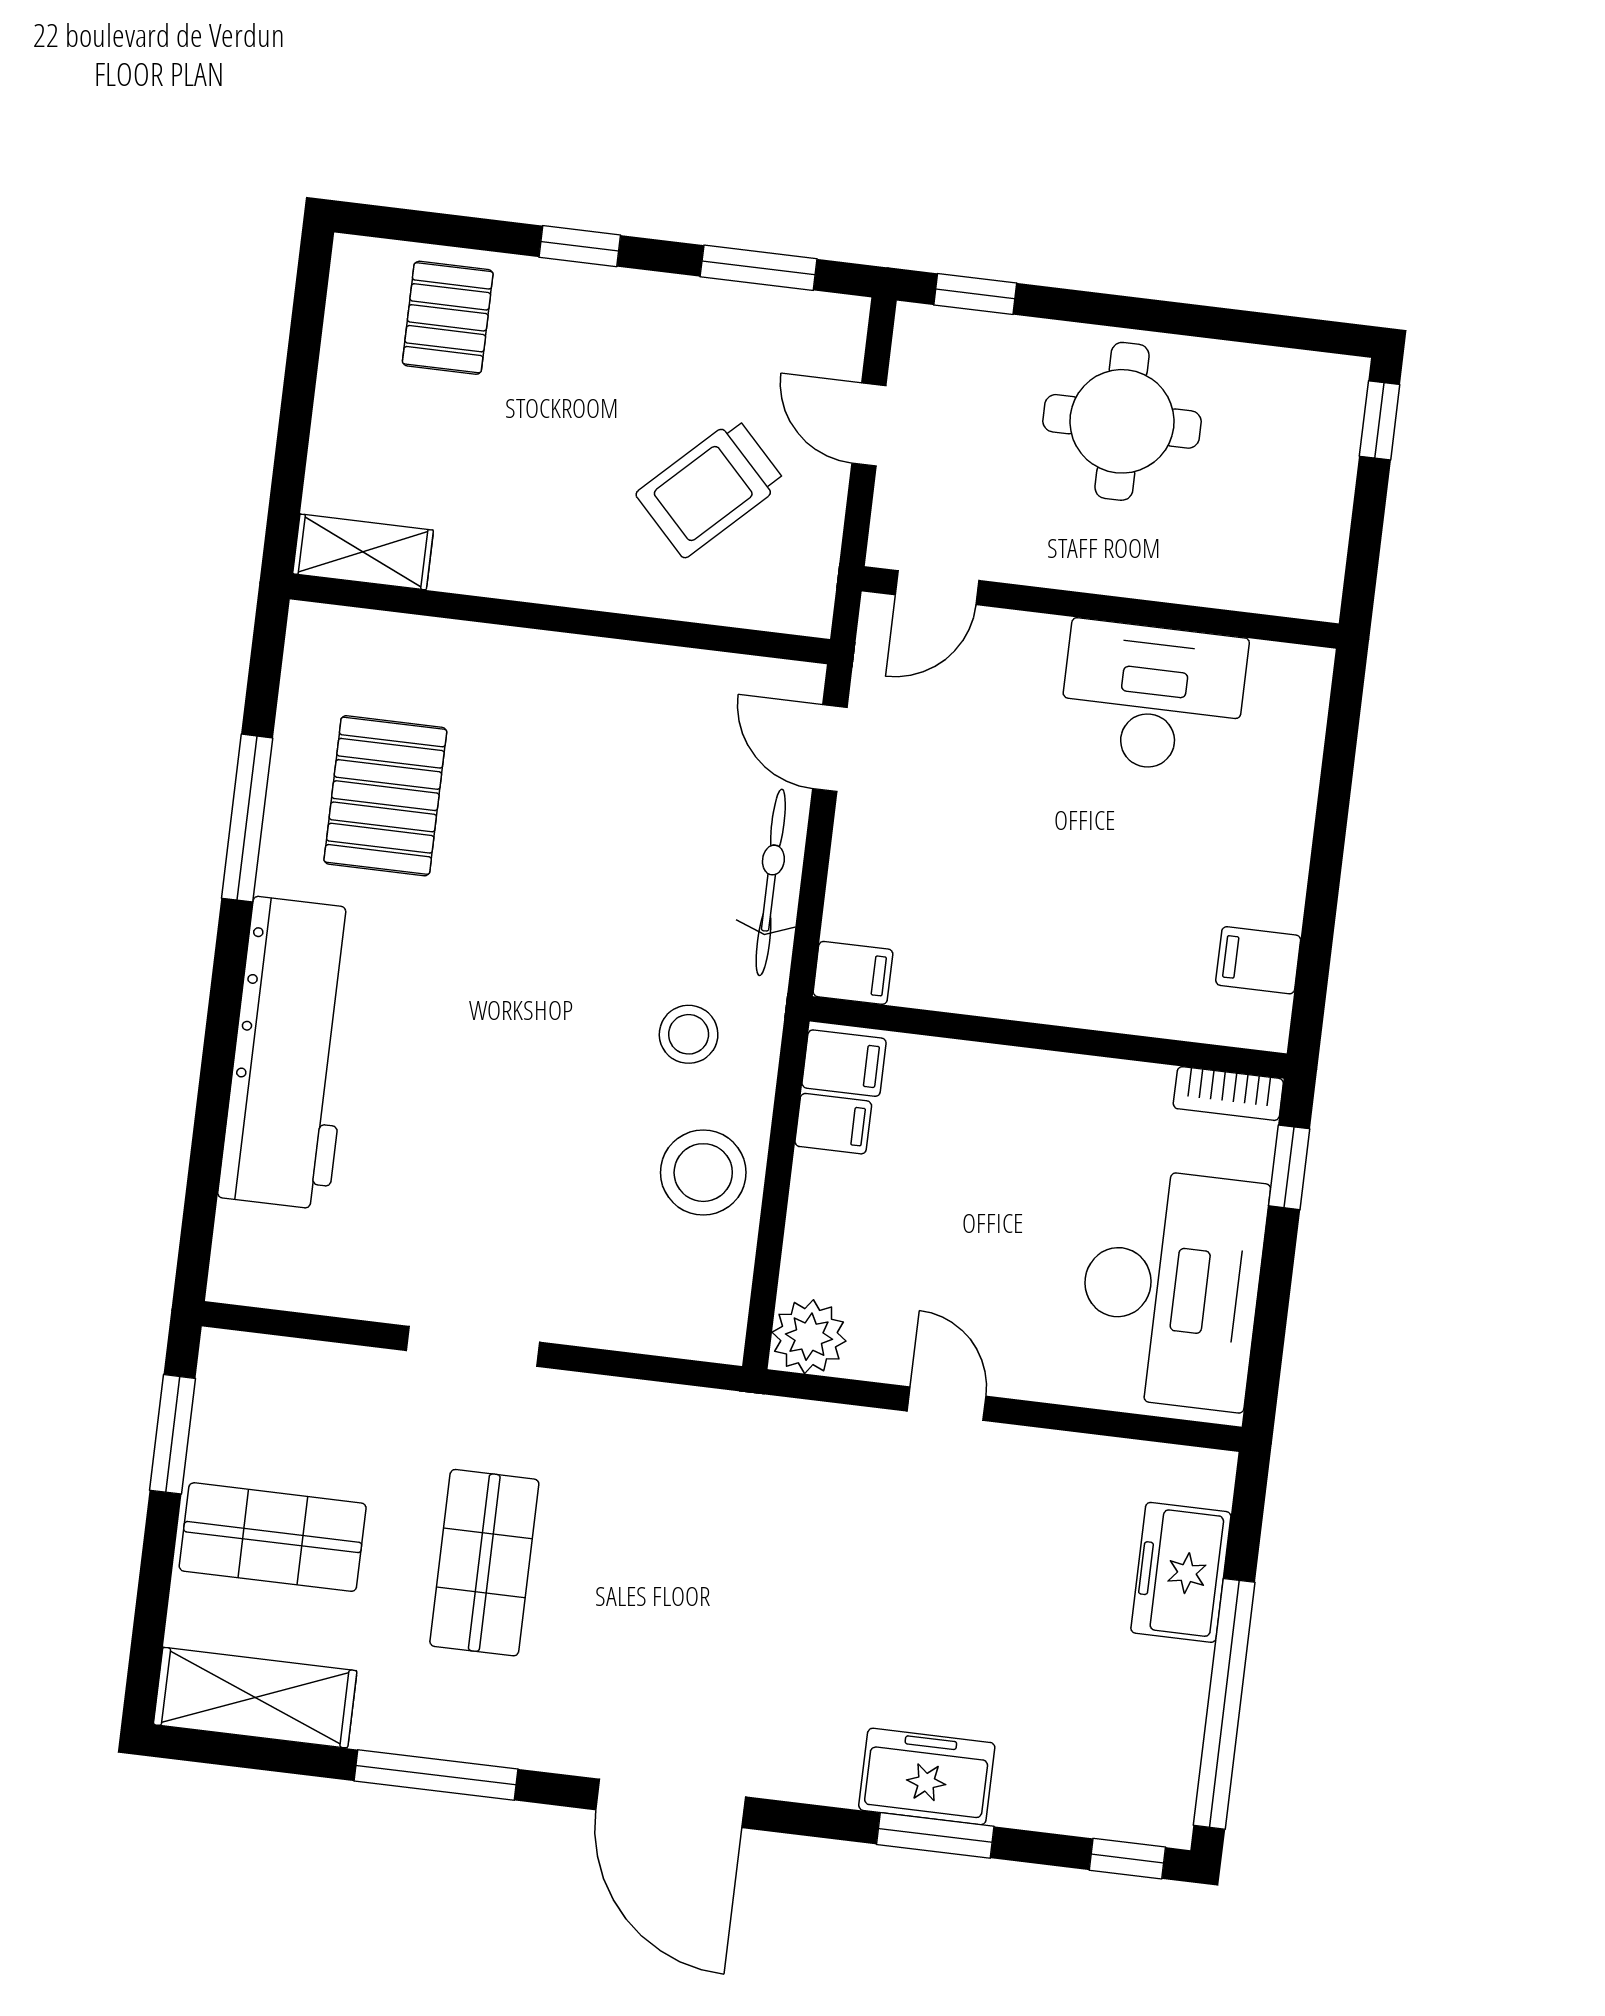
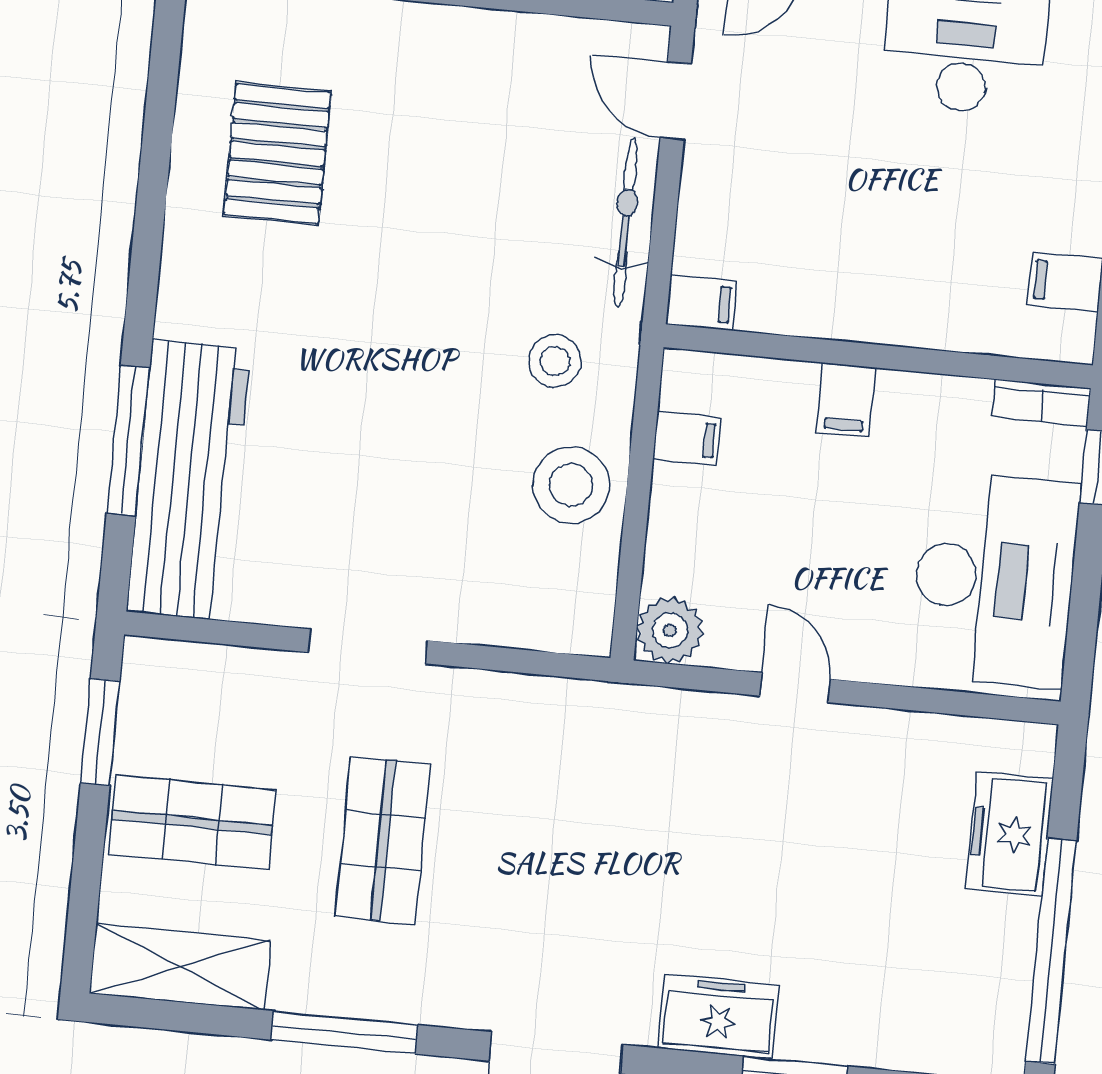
window: (247, 818) -> (128, 441), moved
workbench: (290, 1053) -> (189, 480), moved
filing cabinet: (844, 1063) -> (846, 400), moved, turned 90
freezer: (927, 1776) -> (718, 1017), moved

